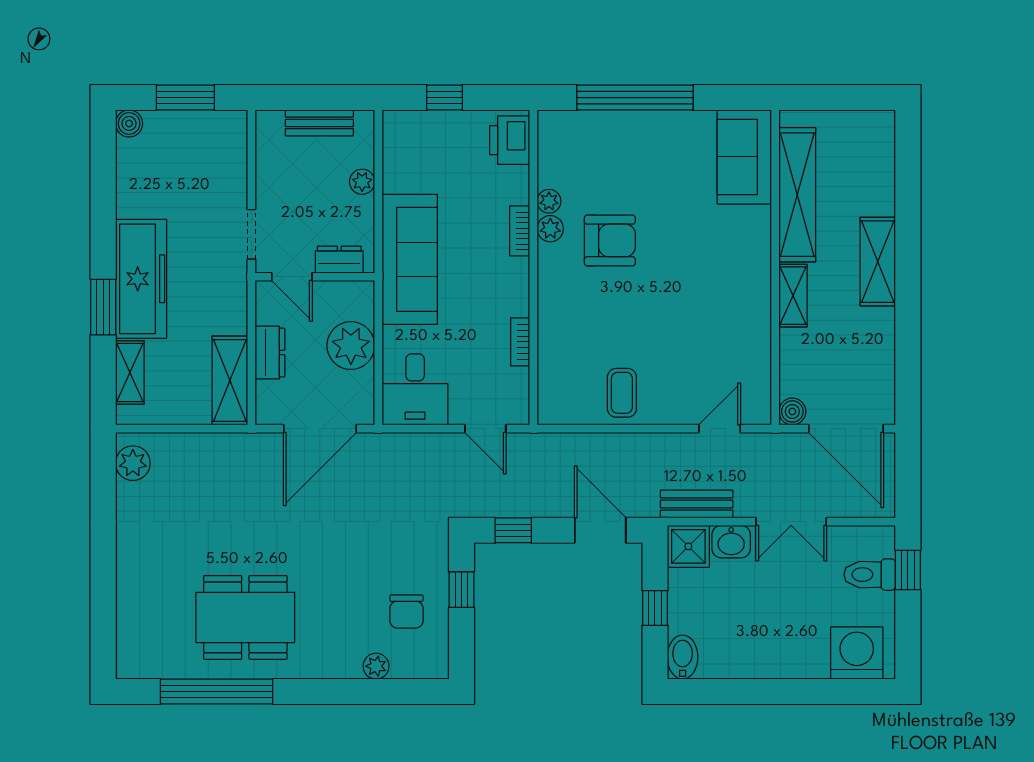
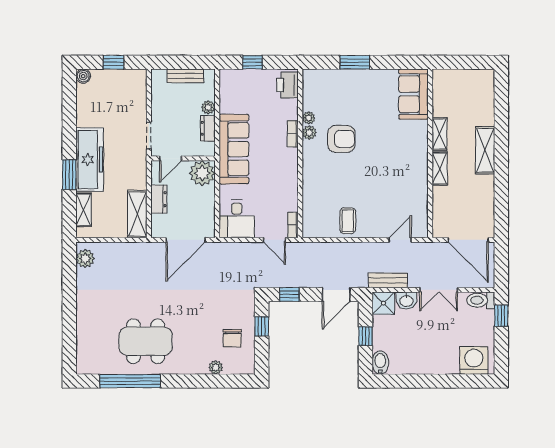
window: (185, 98) -> (113, 62), width x0.67
window: (635, 98) -> (355, 62), width x0.47
shelving: (797, 195) -> (439, 134), width x0.45, depth x0.75
dresser: (339, 260) -> (208, 128), moved, turned -90
door: (292, 277) -> (171, 158), hinge flipped
bookcase: (520, 342) -> (293, 225), moved
plant: (351, 346) -> (202, 173), moved
boiler: (792, 411) -> (439, 231), removed
door: (600, 530) -> (336, 295), swing flipped
toilet: (870, 575) -> (481, 300), moved

